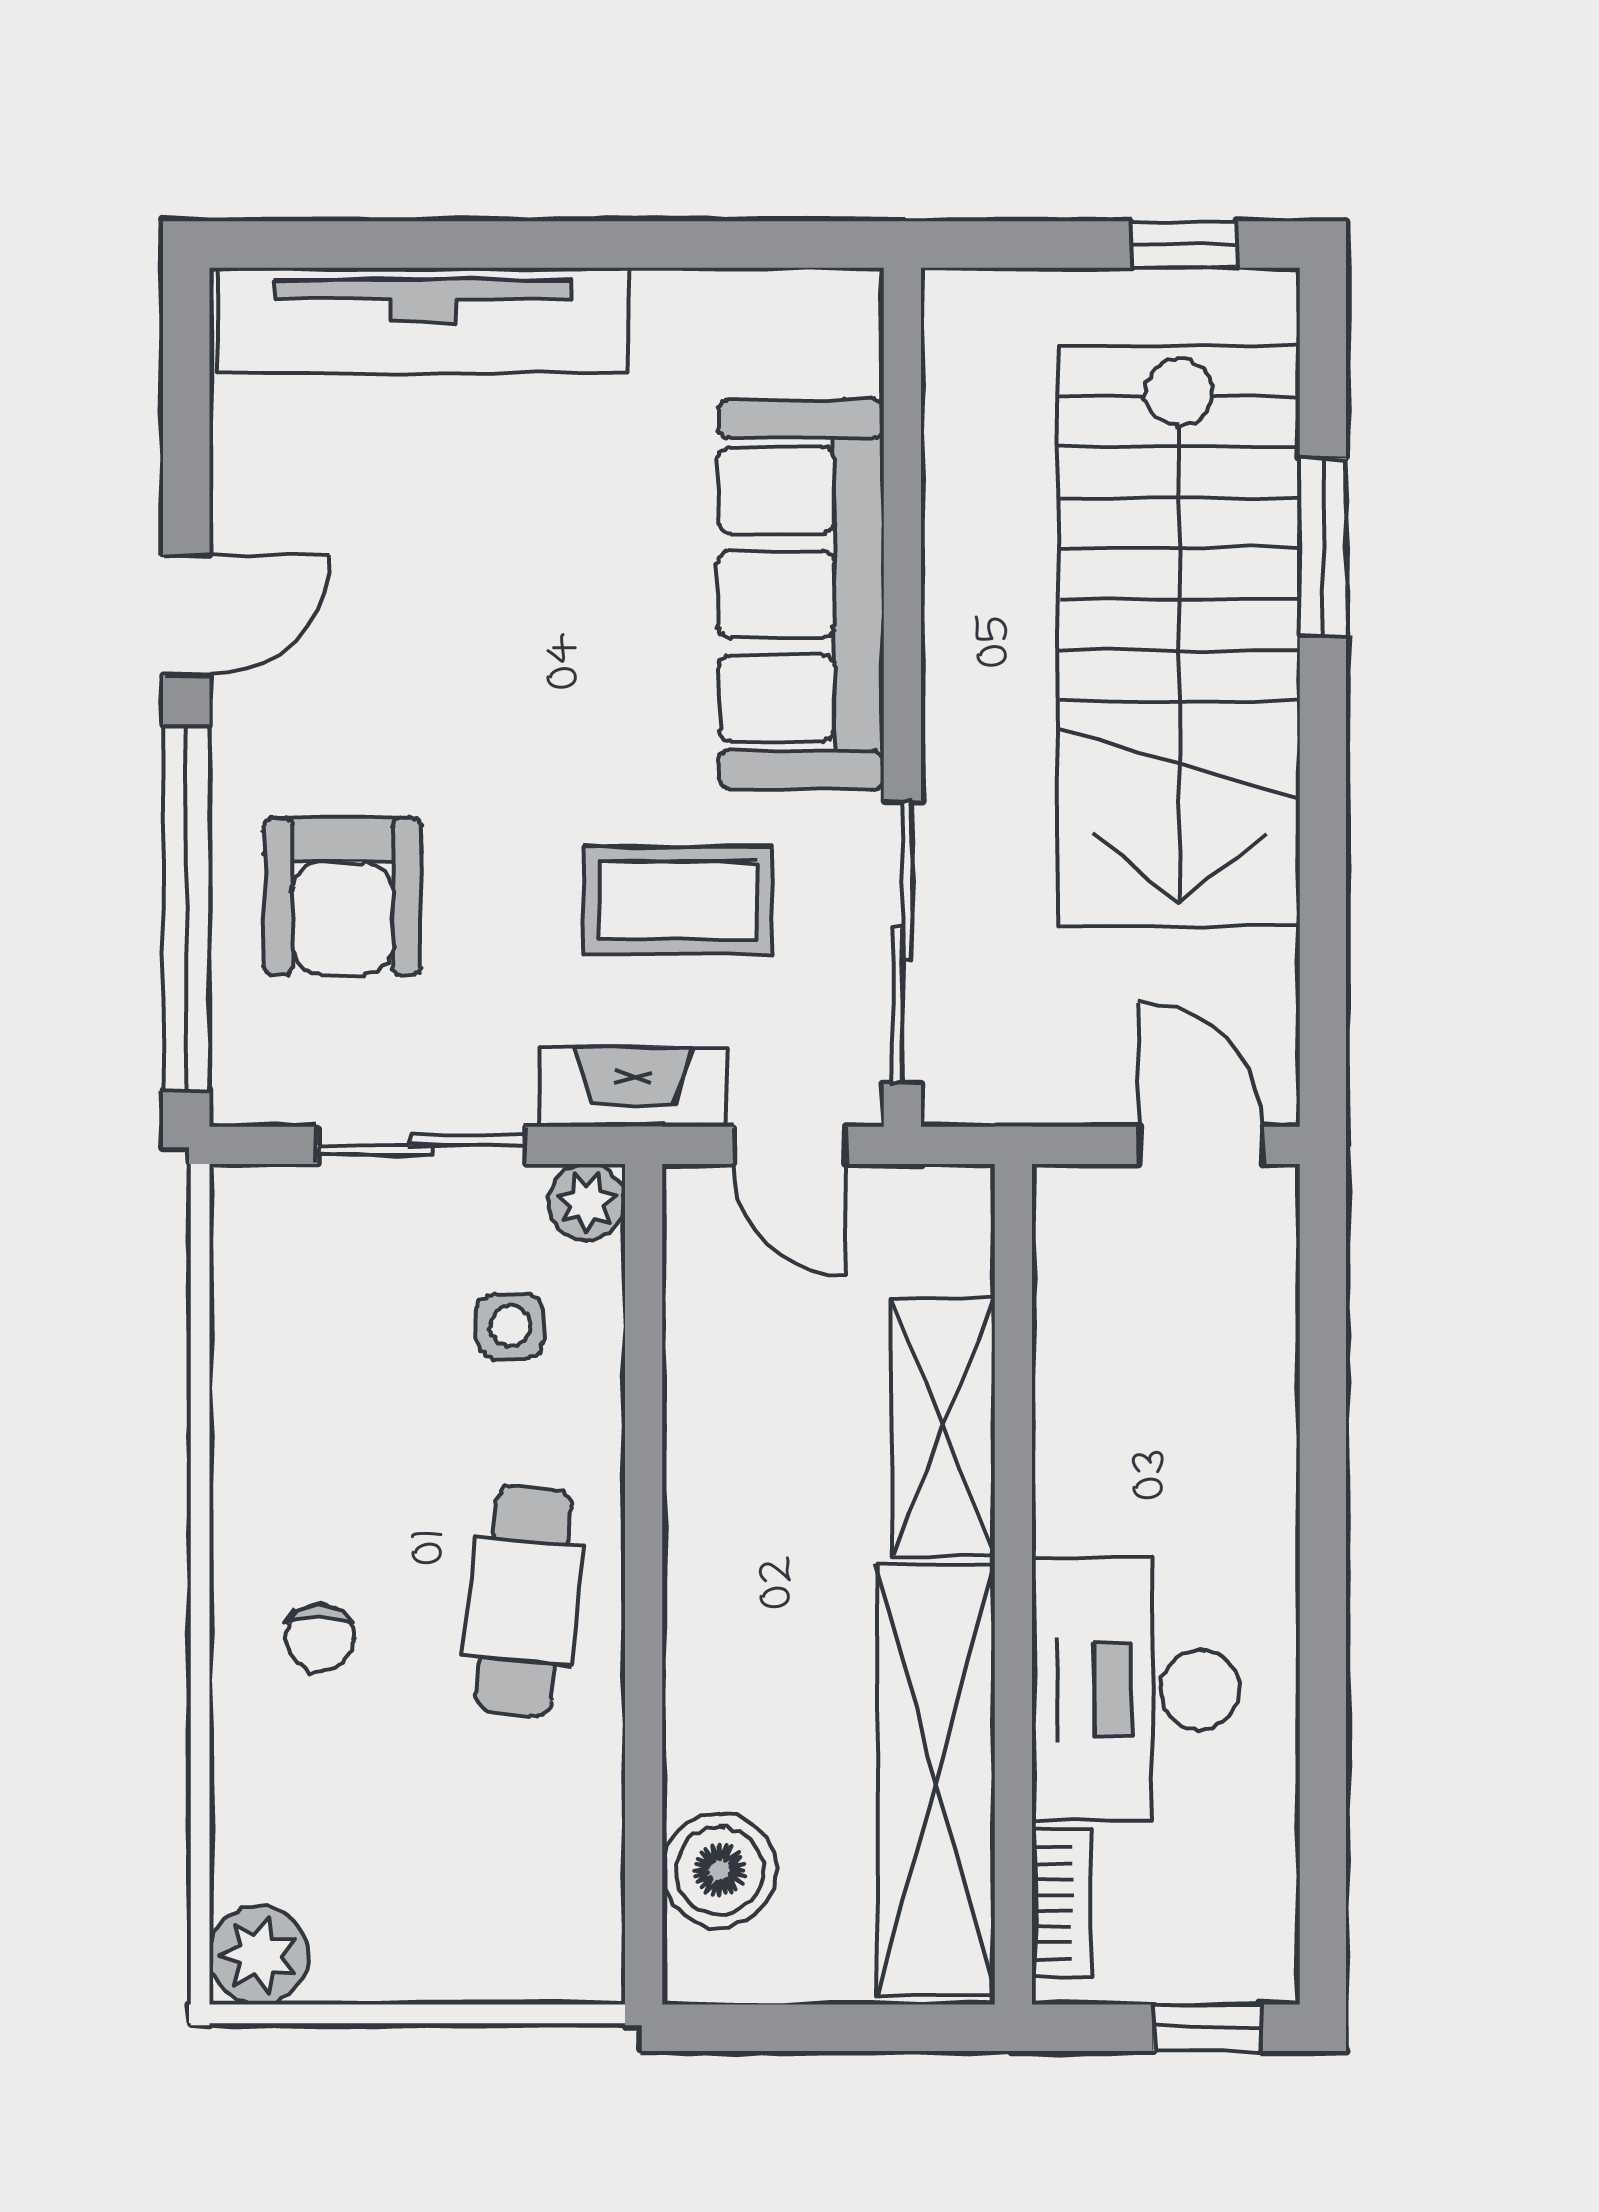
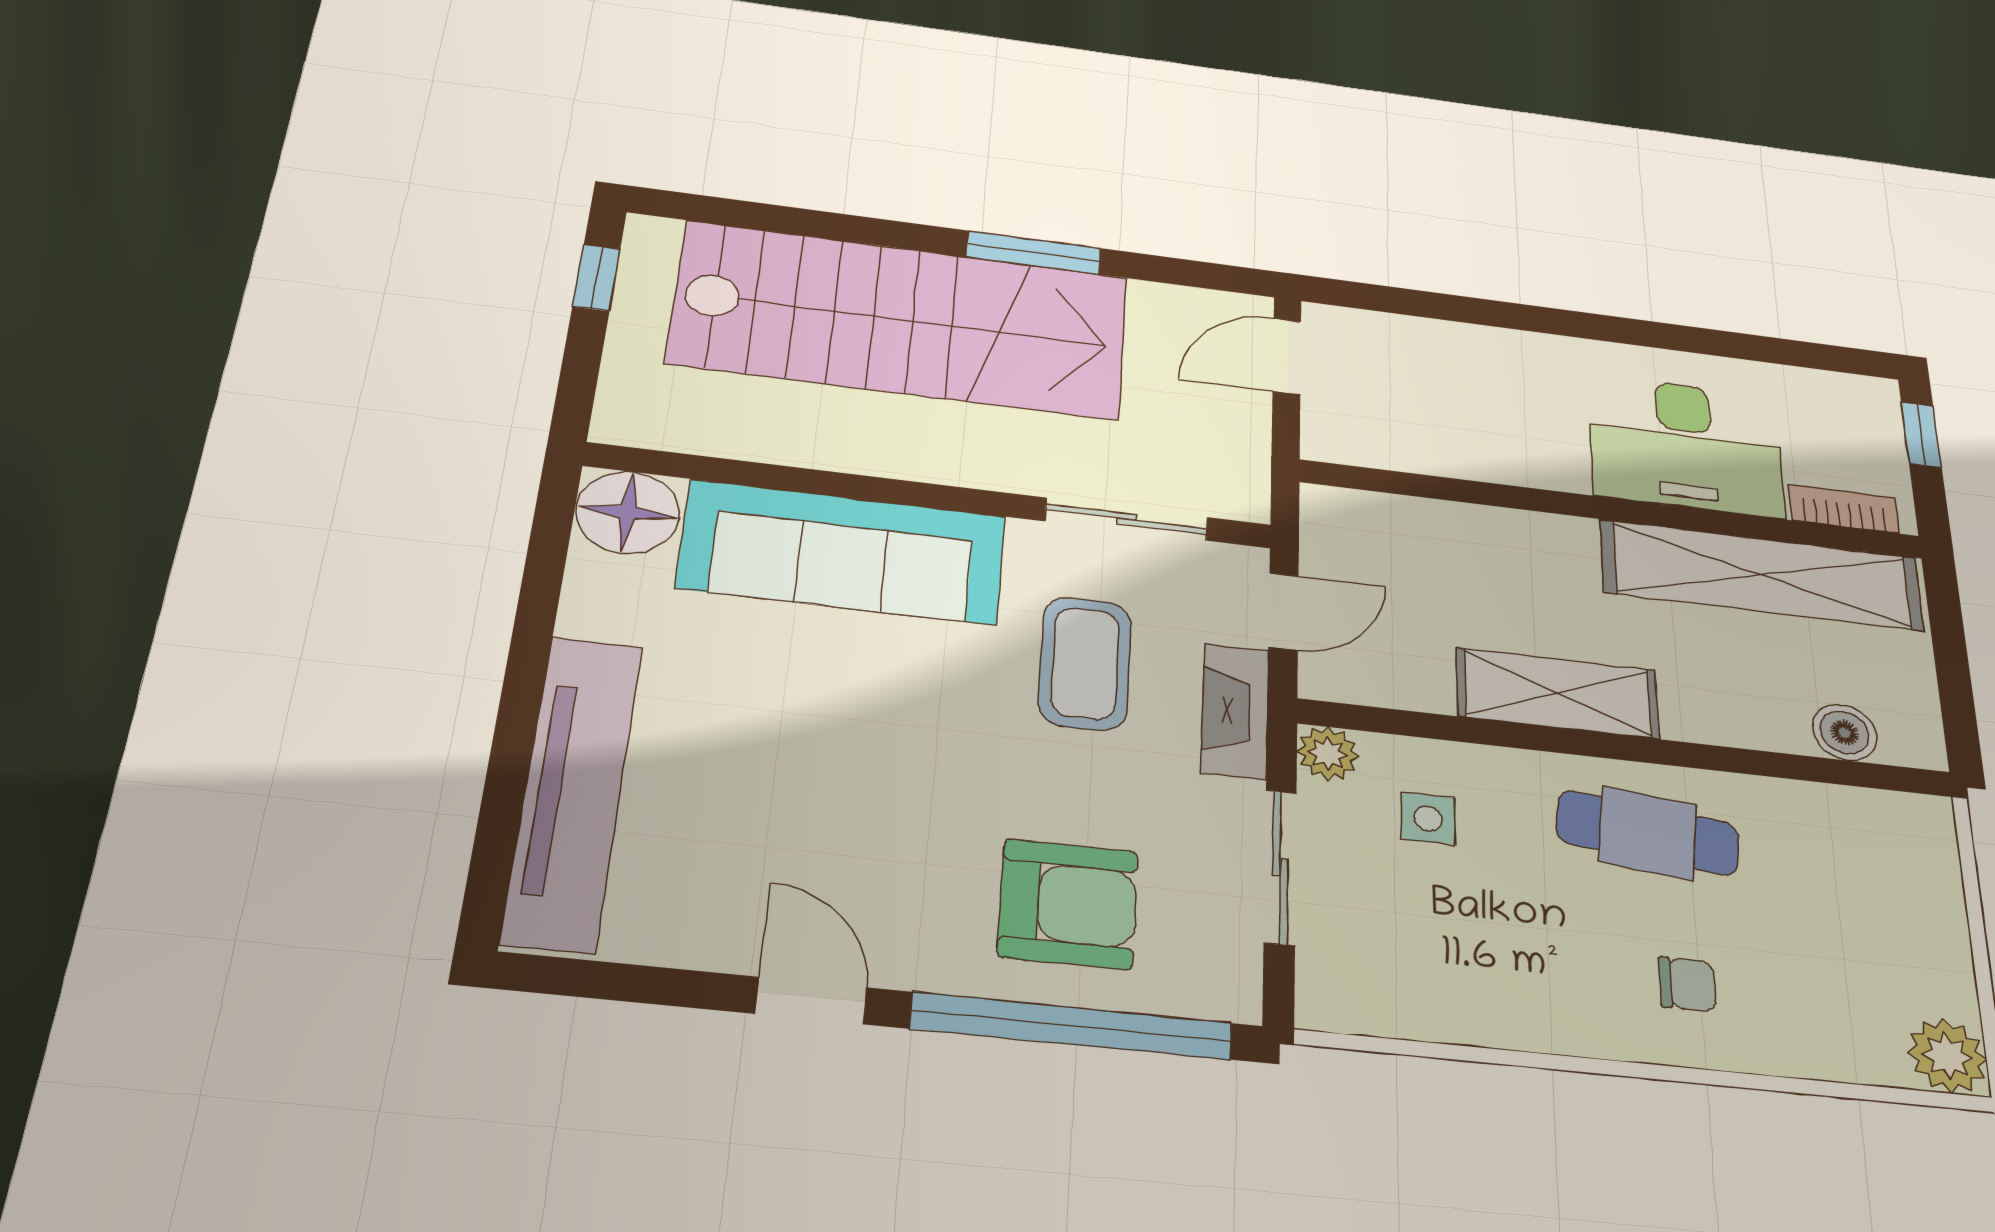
floor lamp: (822, 331) -> (628, 512), added
window: (1323, 547) -> (1034, 253), moved
sliding door: (902, 942) -> (1126, 519), width x0.73
shelving: (943, 1427) -> (1558, 693), moved
boiler: (719, 1870) -> (1845, 732), width x0.73, depth x0.73

